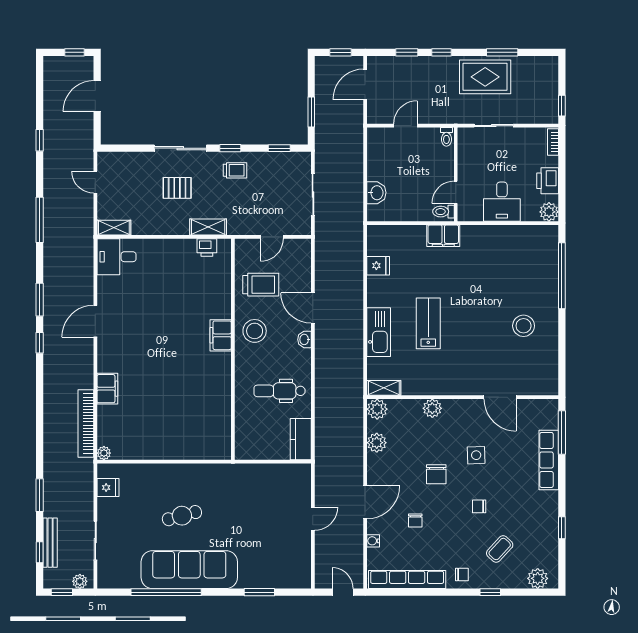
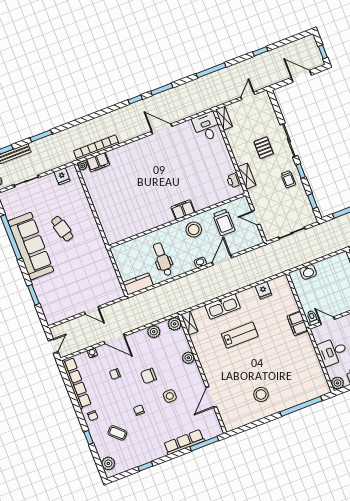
filing cabinet: (107, 389) -> (98, 162), moved

